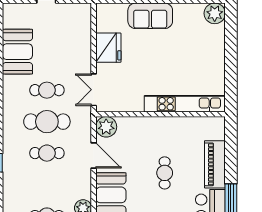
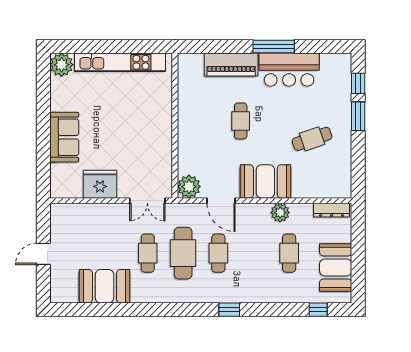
kitchen unit: (185, 104) -> (120, 62), moved, turned -90
door: (94, 155) -> (221, 201), swing flipped
cafe table: (165, 173) -> (241, 121), turned 90

